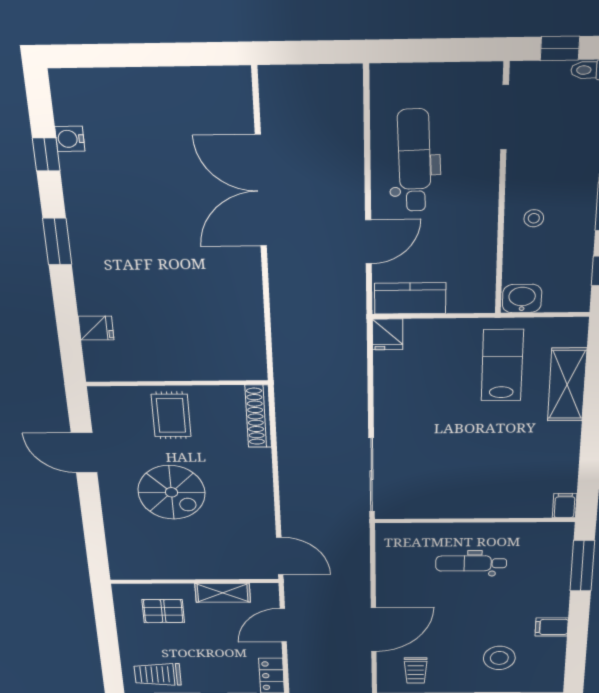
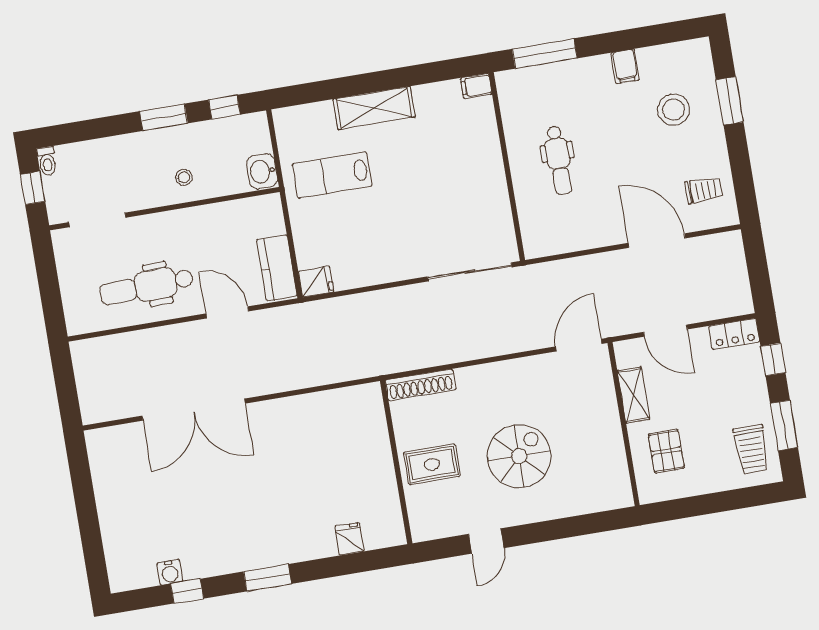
shelving: (567, 385) -> (374, 108), moved
door: (84, 453) -> (486, 541), width x0.73

